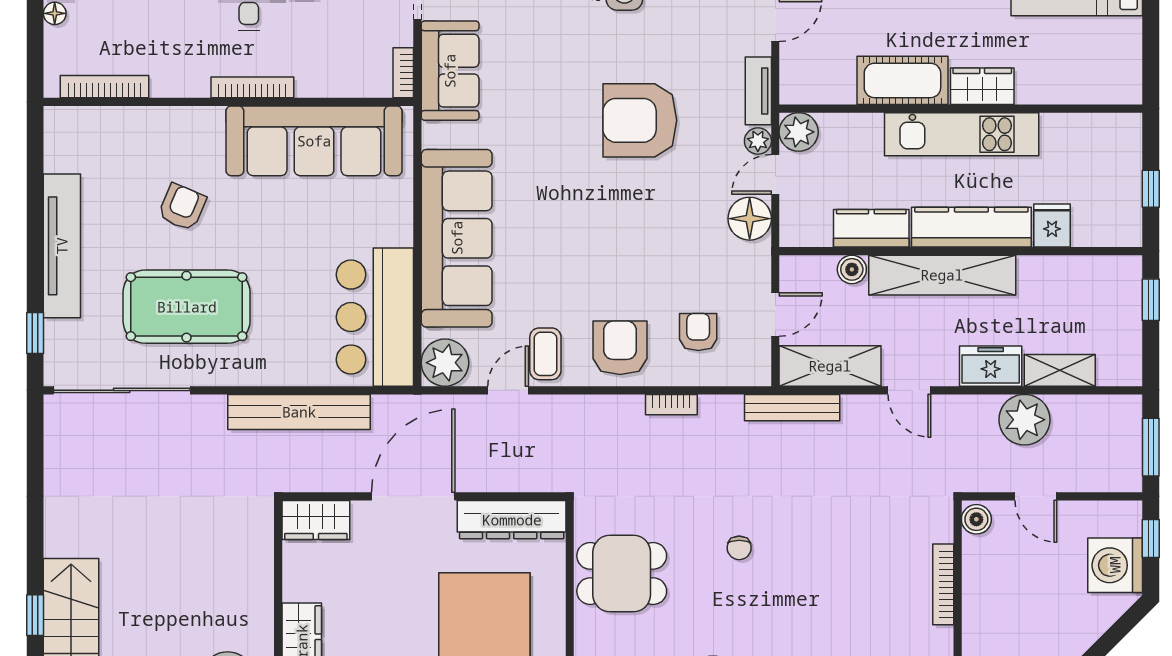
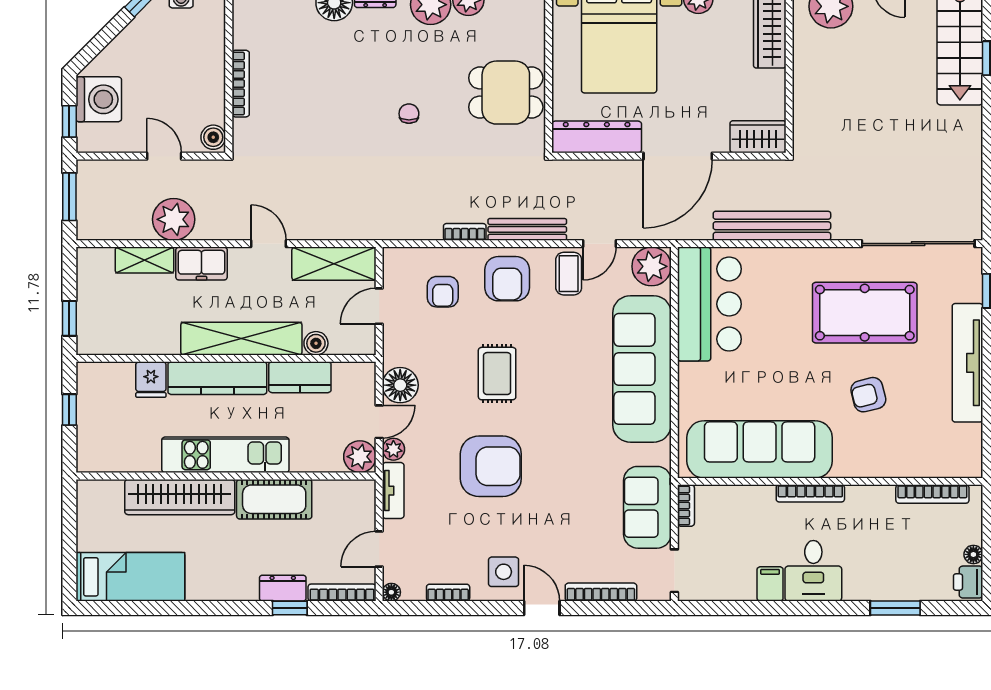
wardrobe: (982, 86) -> (180, 497), width x2.10, depth x1.17
armchair: (182, 207) -> (868, 395), turned 53
rug: (632, 233) -> (497, 374), added
bench: (792, 408) -> (527, 229), moved

